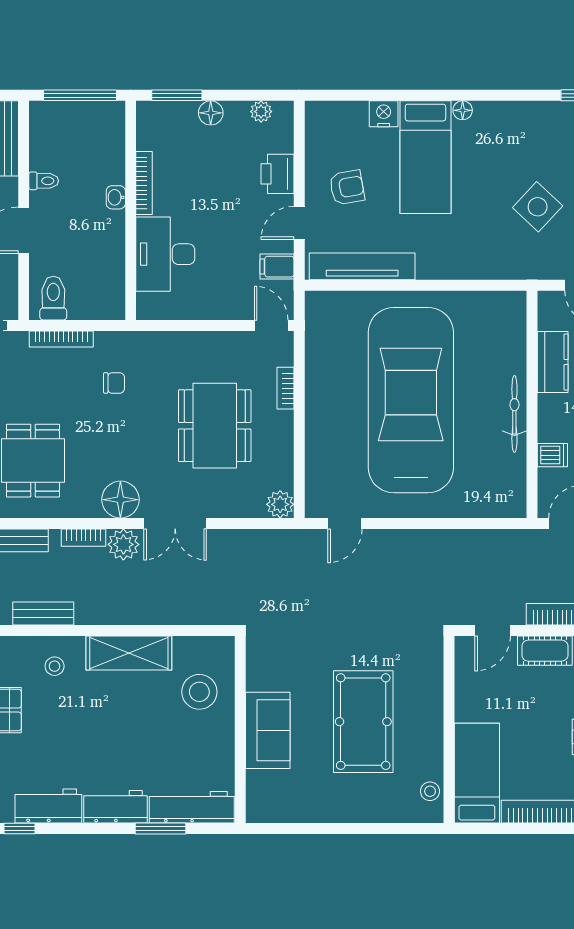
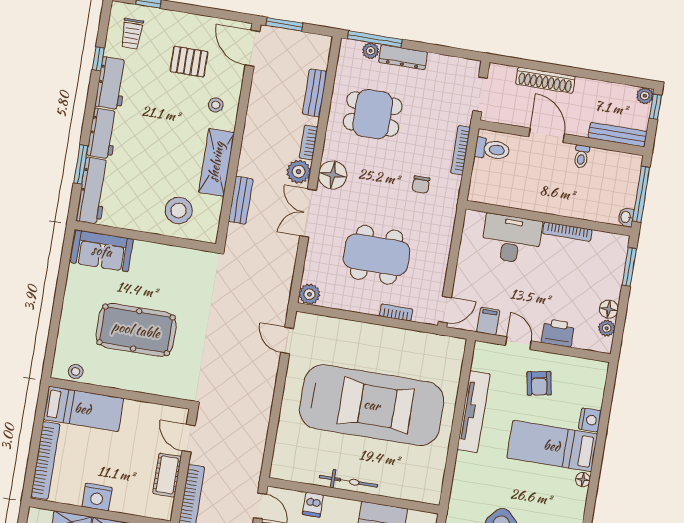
floor lamp: (211, 113) -> (609, 309), moved
washbasin: (116, 197) -> (626, 217), moved, turned -90
tv unit: (362, 266) -> (474, 412), moved
bench: (43, 614) -> (241, 200), moved
sofa: (268, 730) -> (102, 251), moved

